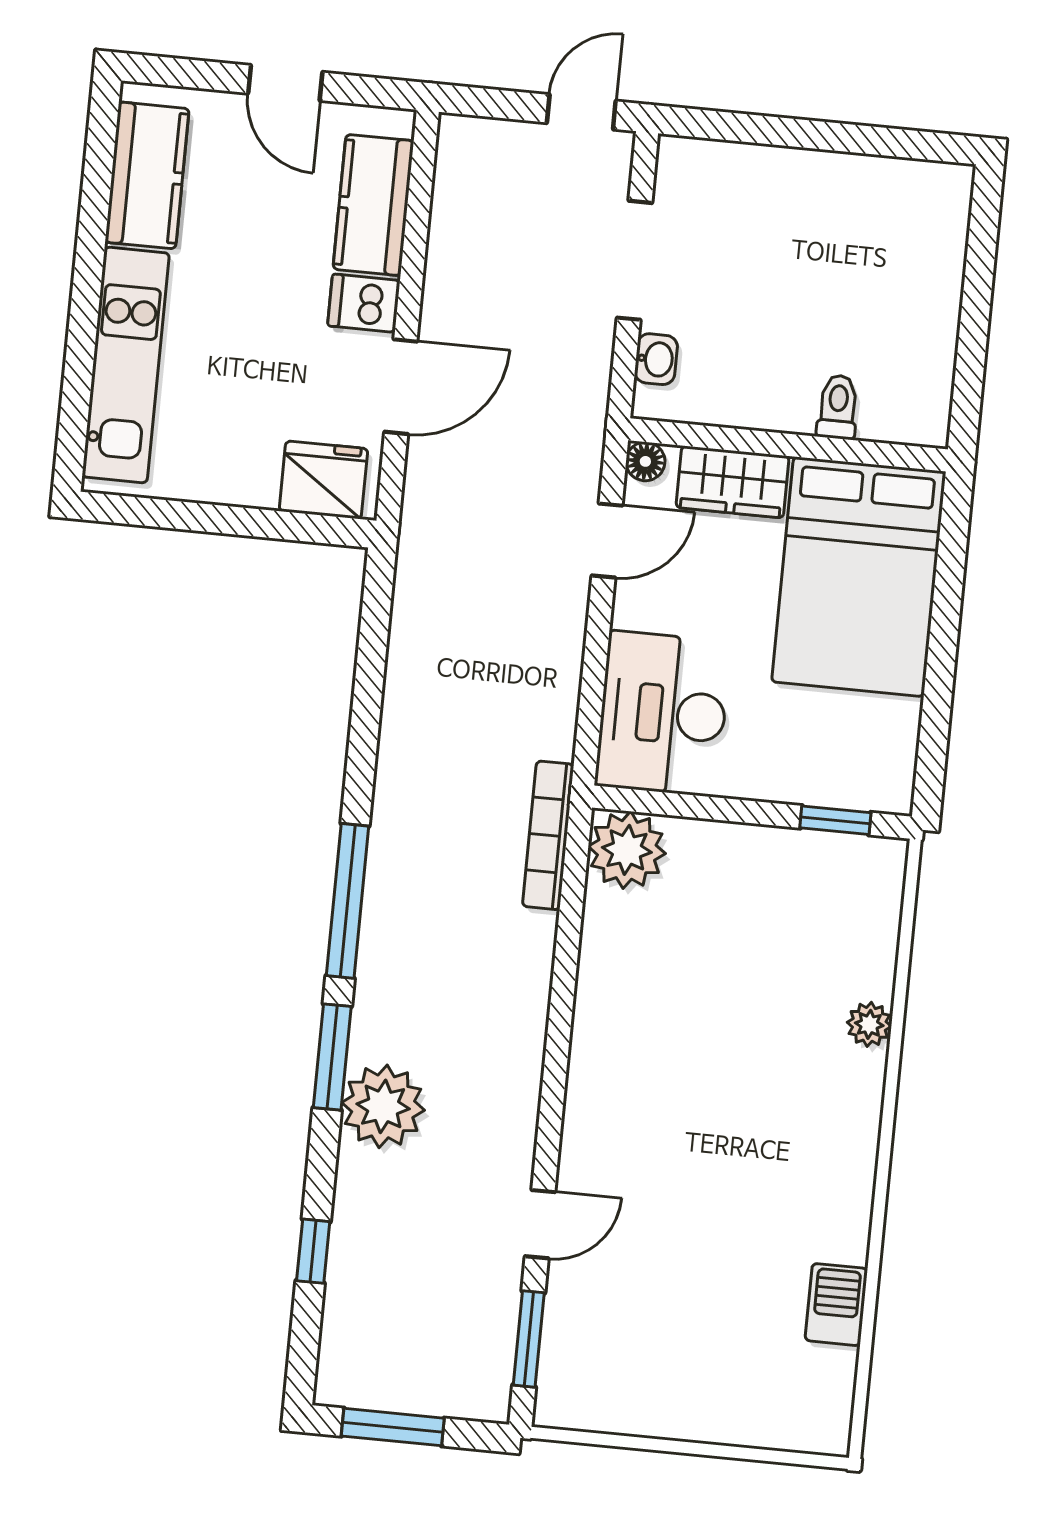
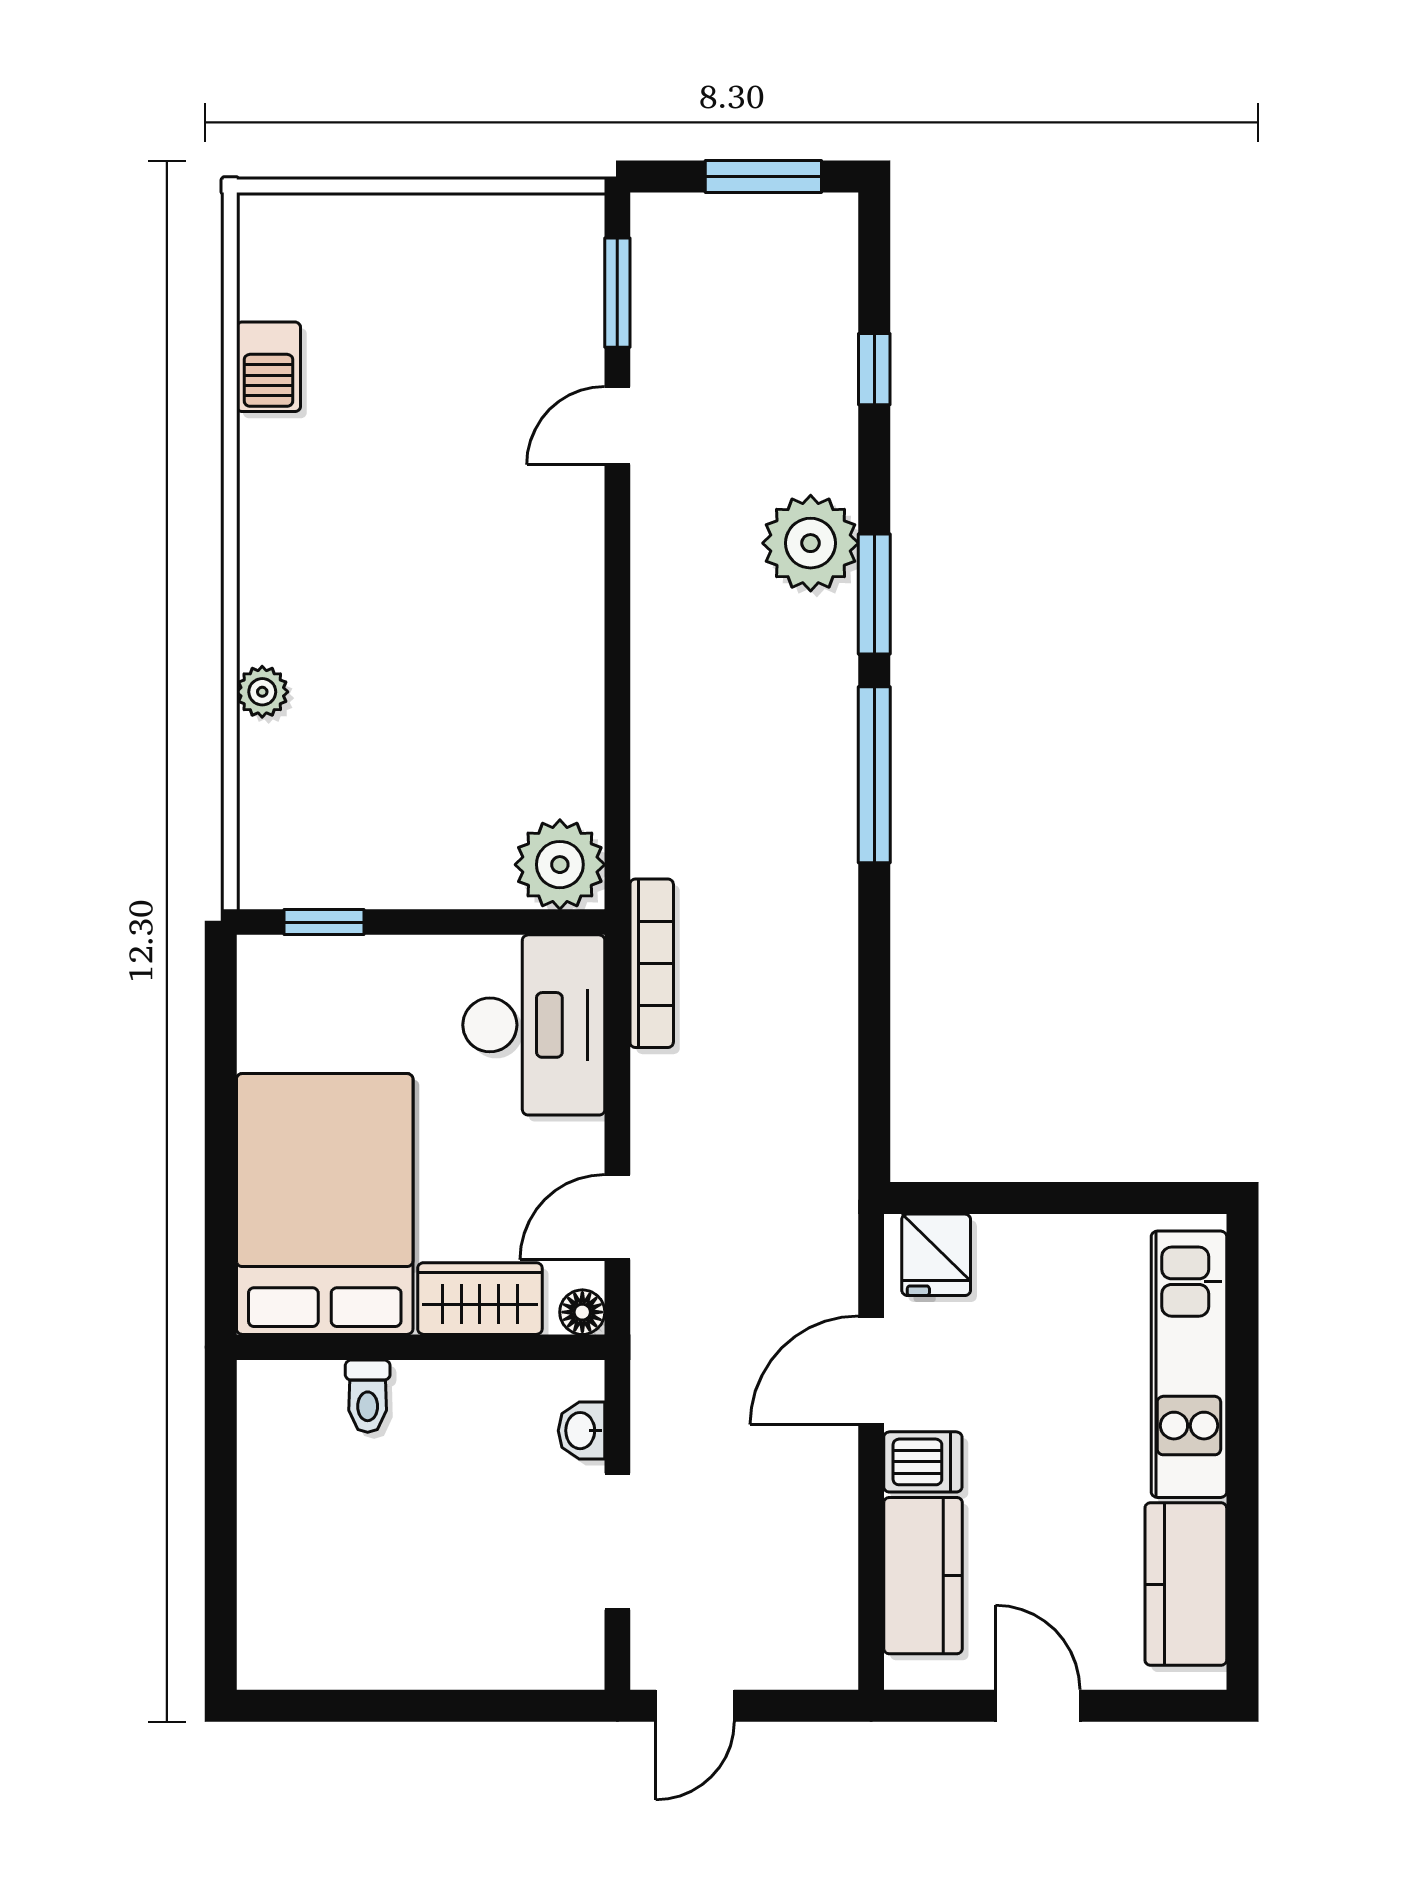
fridge: (323, 480) -> (936, 1255), width x0.72
bookcase: (548, 835) -> (652, 963), moved

